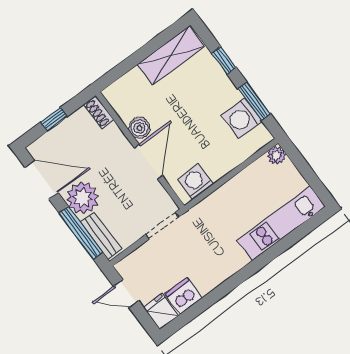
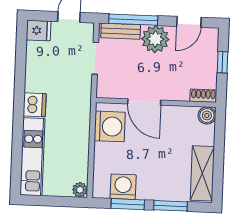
window: (224, 61) -> (171, 206), width x1.50
boiler: (139, 128) -> (207, 115), moved
door: (42, 180) -> (189, 22), width x0.73
washing machine: (195, 182) -> (110, 126), width x1.37, depth x1.37
doorway: (162, 226) -> (95, 58), moved
dishwasher: (184, 296) -> (35, 105), moved

